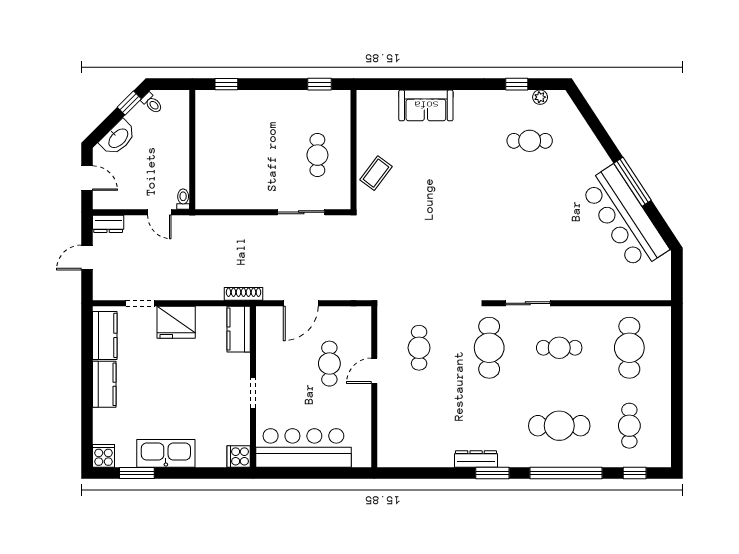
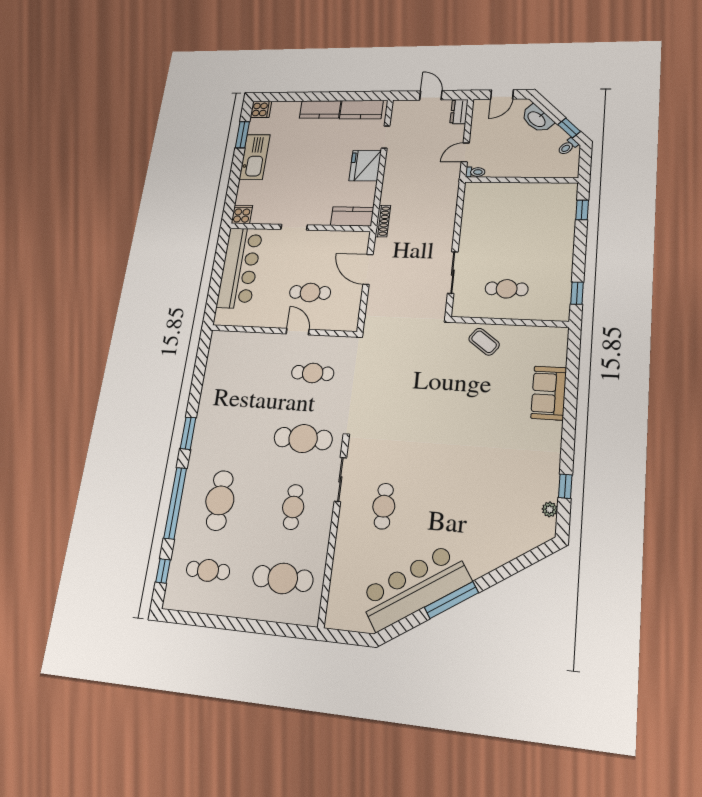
cafe table: (530, 141) -> (384, 506), moved
dresser: (476, 459) -> (203, 419), removed

